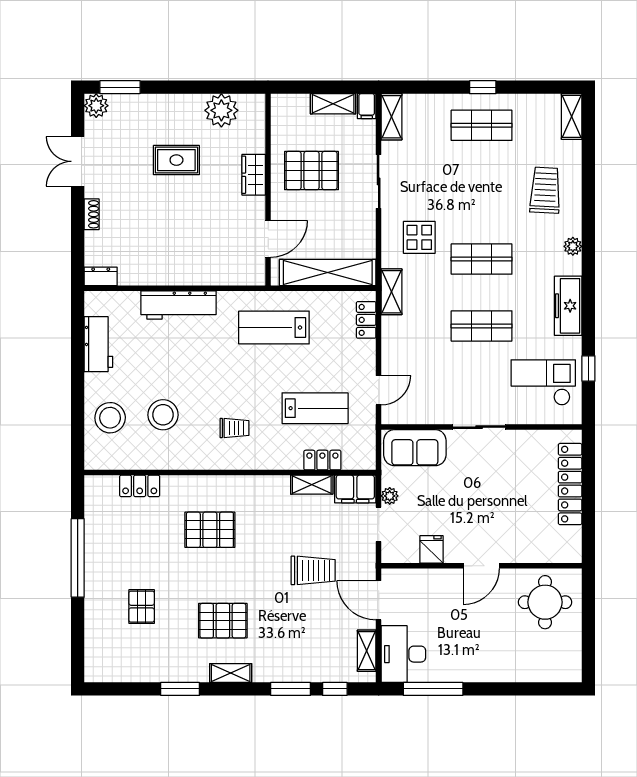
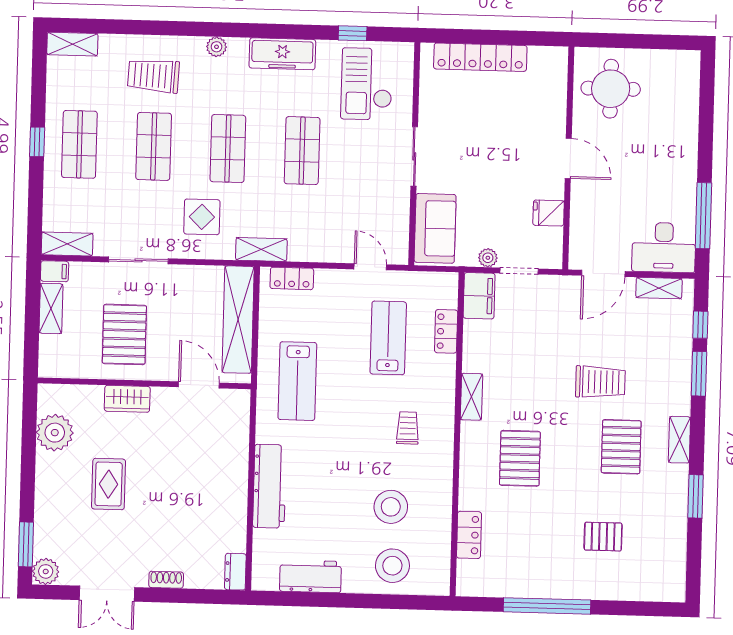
shop shelf: (482, 192) -> (154, 146), added
shelving: (312, 485) -> (472, 397), moved
trolley: (313, 570) -> (600, 382), moved, turned 90

